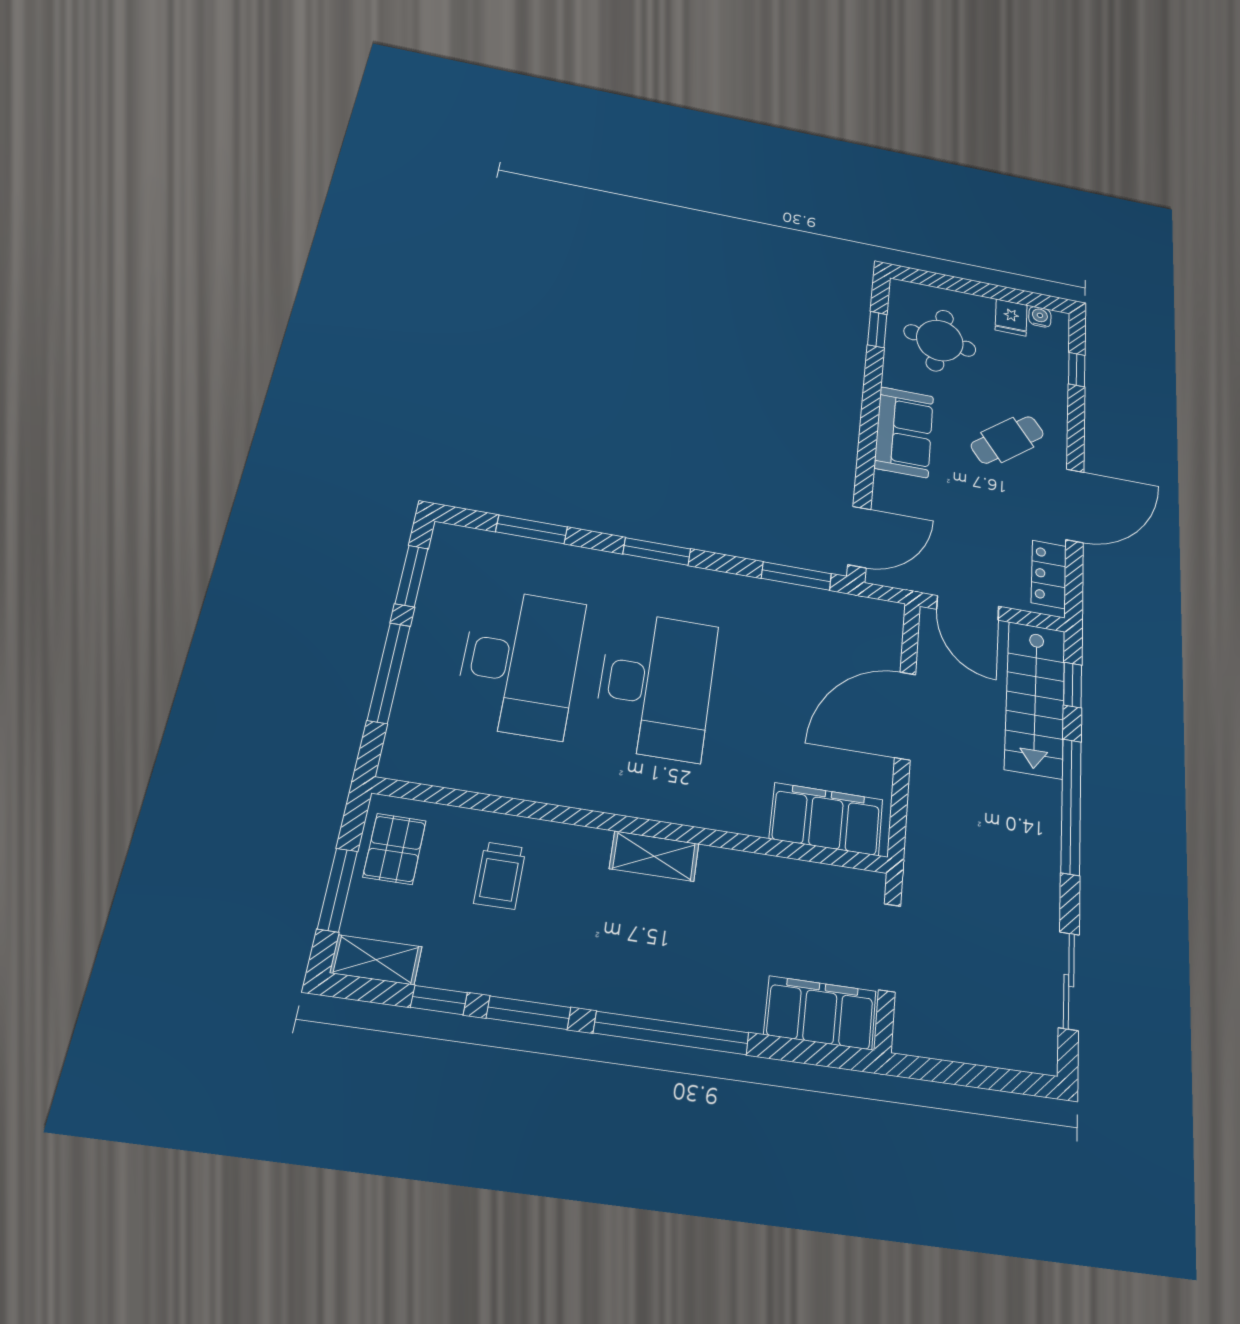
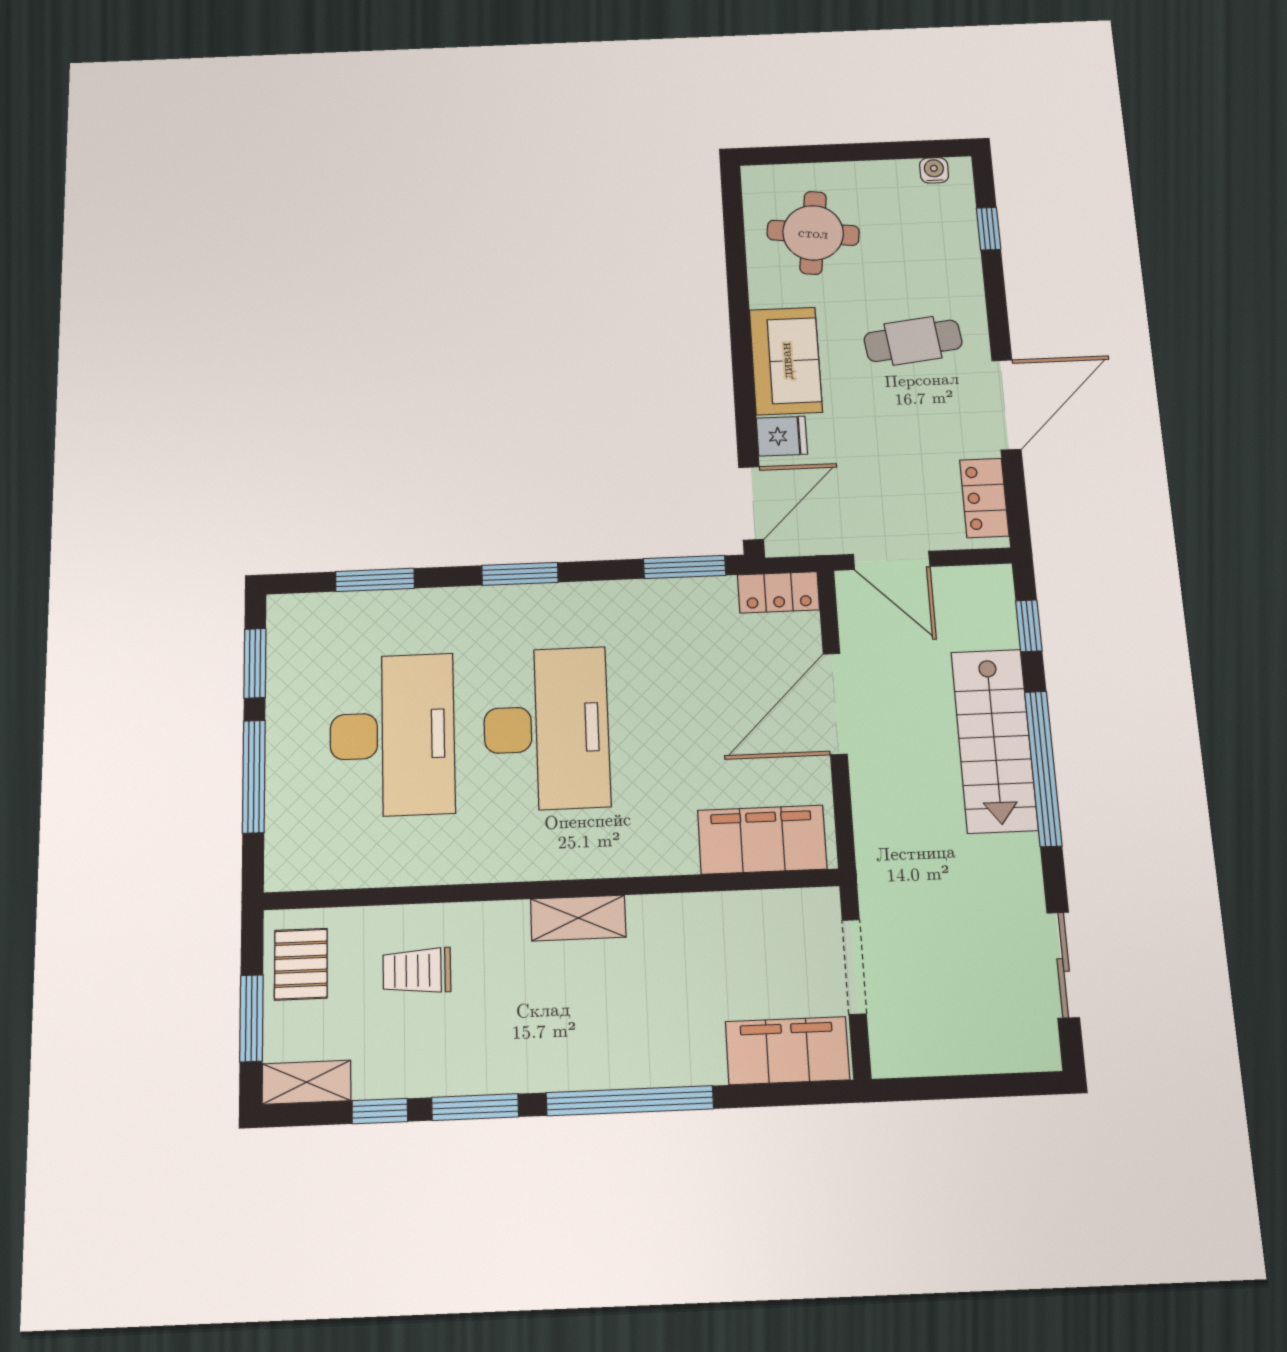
fridge: (1011, 318) -> (782, 436), moved, turned -90
window: (877, 330) -> (735, 238), removed
cafe table: (1007, 440) -> (913, 341), turned 30
locker: (871, 613) -> (779, 592), added
stairs: (1035, 699) -> (994, 740), moved
trolley: (500, 875) -> (417, 971), turned 90

